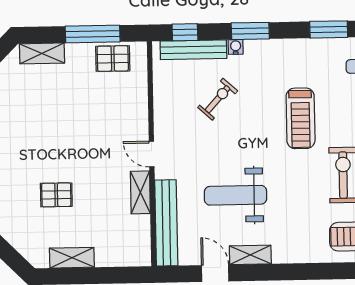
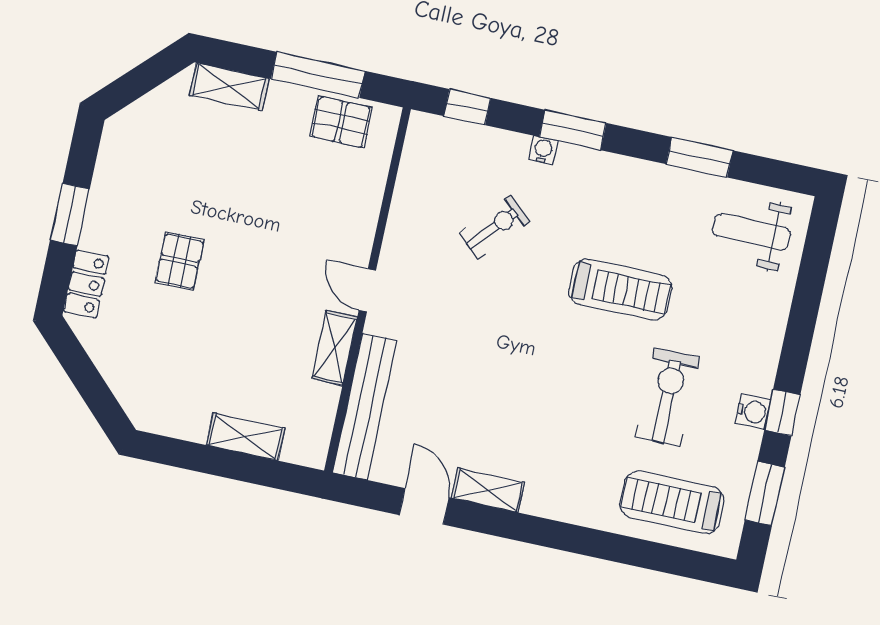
bench: (193, 50) -> (474, 138), removed
treadmill: (301, 118) -> (620, 290), turned -90
pallet: (56, 195) -> (179, 261), moved, turned 90
weight bench: (235, 195) -> (487, 389), removed
shelving: (72, 258) -> (245, 437), moved

